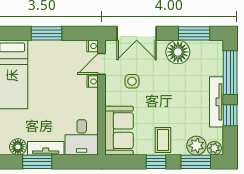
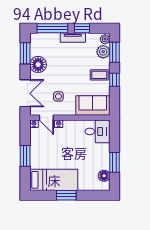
tv unit: (216, 102) -> (73, 38), width x0.71
tv unit: (46, 148) -> (105, 156), removed

